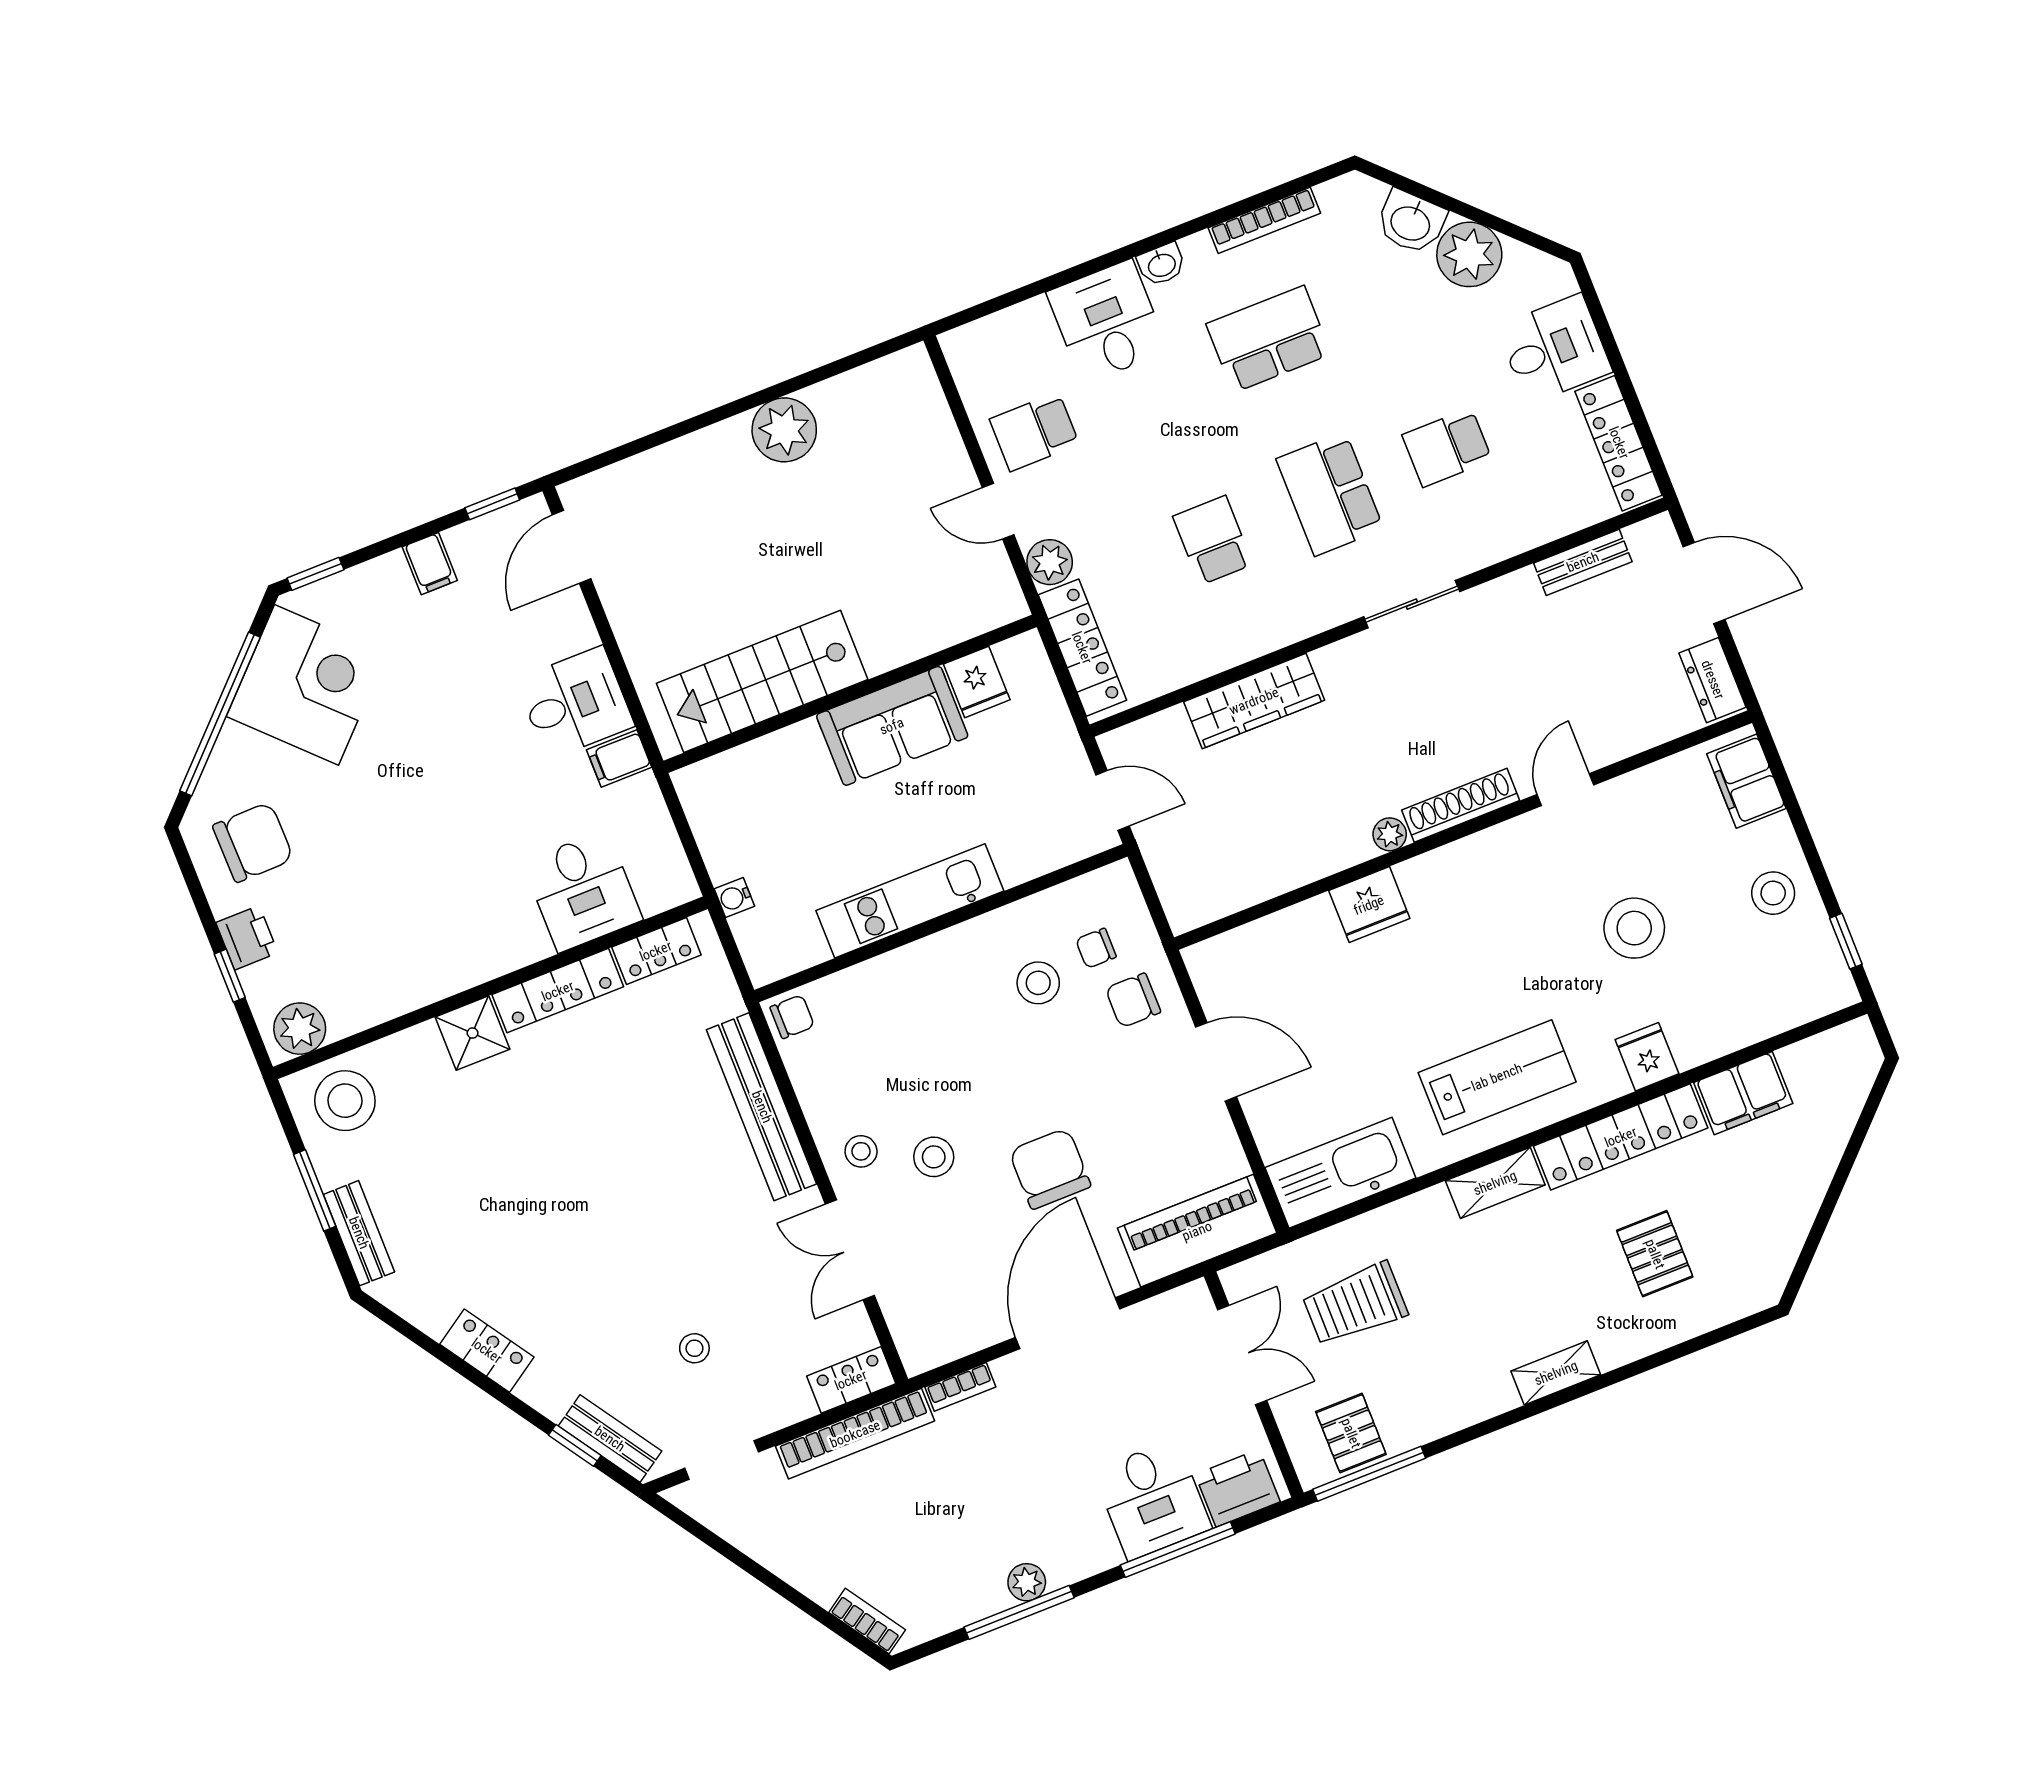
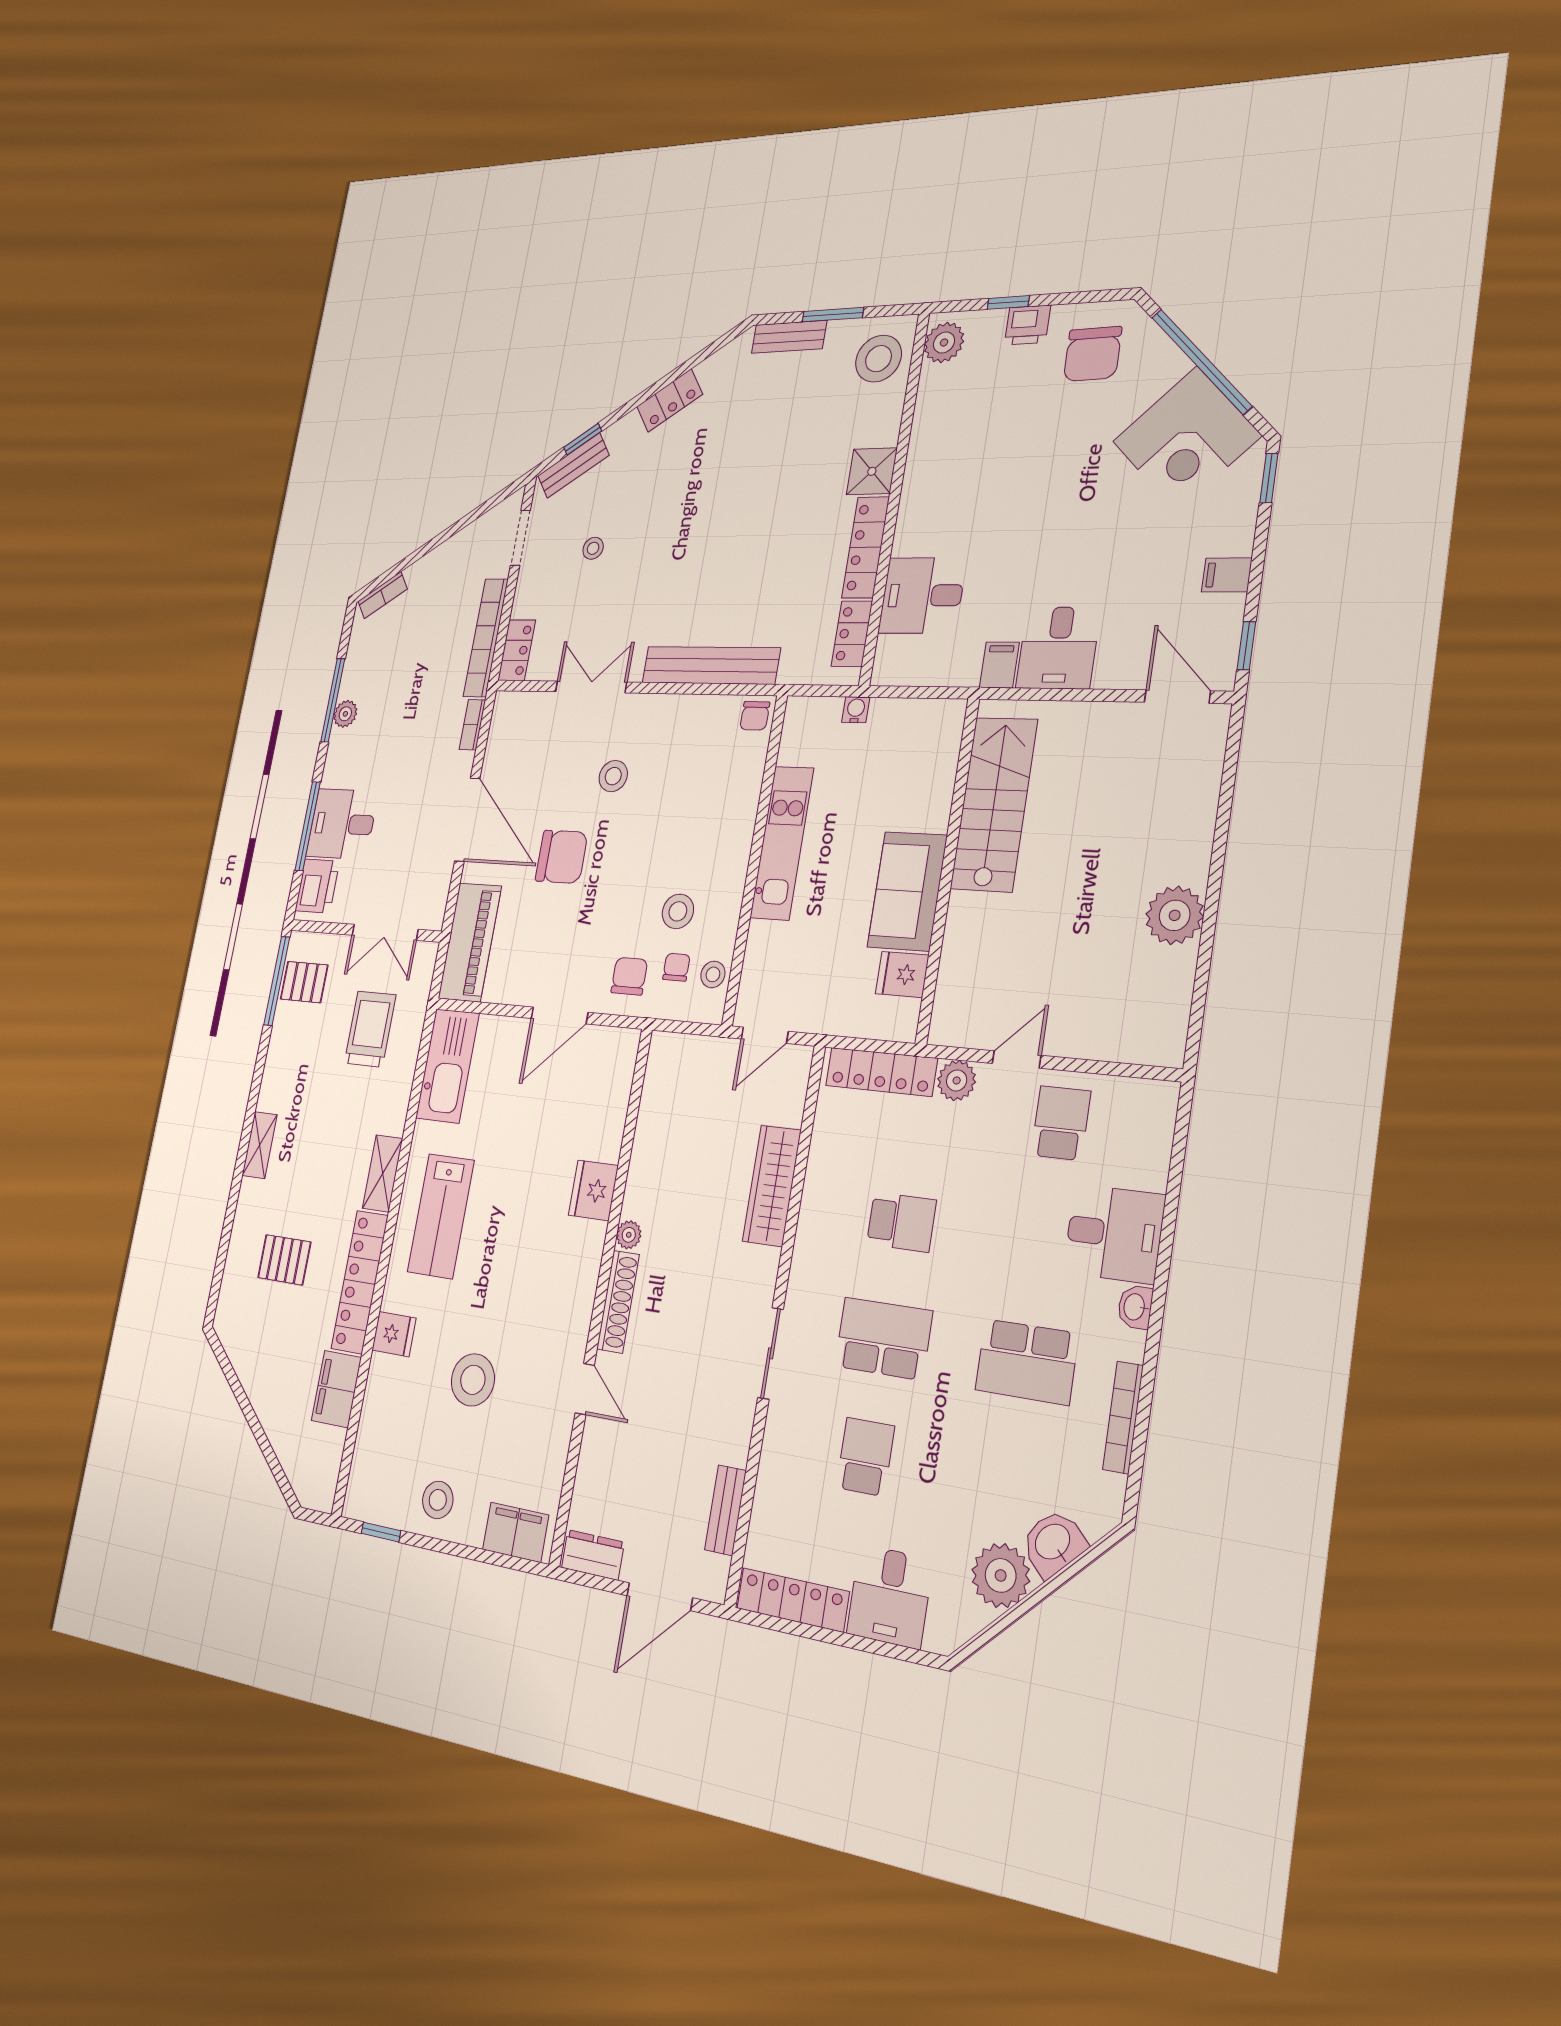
school desk: (1269, 339) -> (1027, 1362), turned 90
stool: (861, 1151) -> (713, 974), moved

